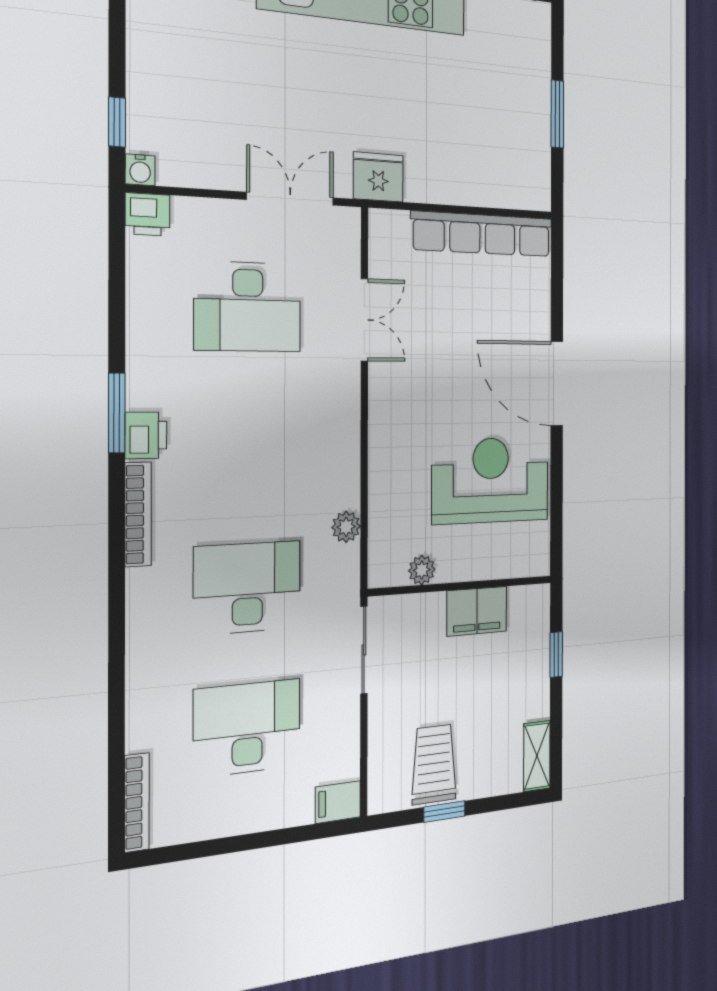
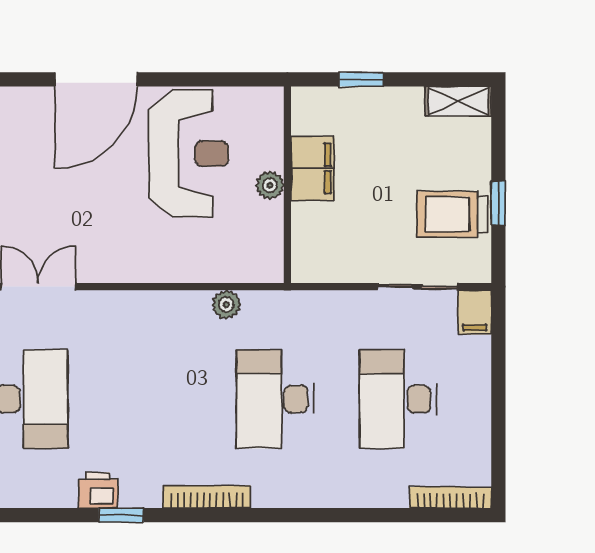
window: (117, 413) -> (121, 515), width x0.67
printer: (146, 435) -> (98, 490), moved
reception desk: (491, 480) -> (189, 154), turned 180
plant: (422, 570) -> (270, 185), moved
sliding door: (364, 650) -> (417, 287), moved

